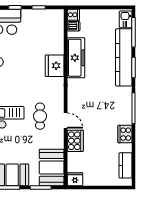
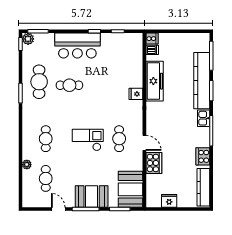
kitchen sink: (126, 19) -> (204, 118), moved
fridge: (55, 66) -> (136, 94), width x0.53, depth x0.75
kitchen counter: (125, 165) -> (203, 187), width x1.50
fridge: (75, 179) -> (169, 201), moved

